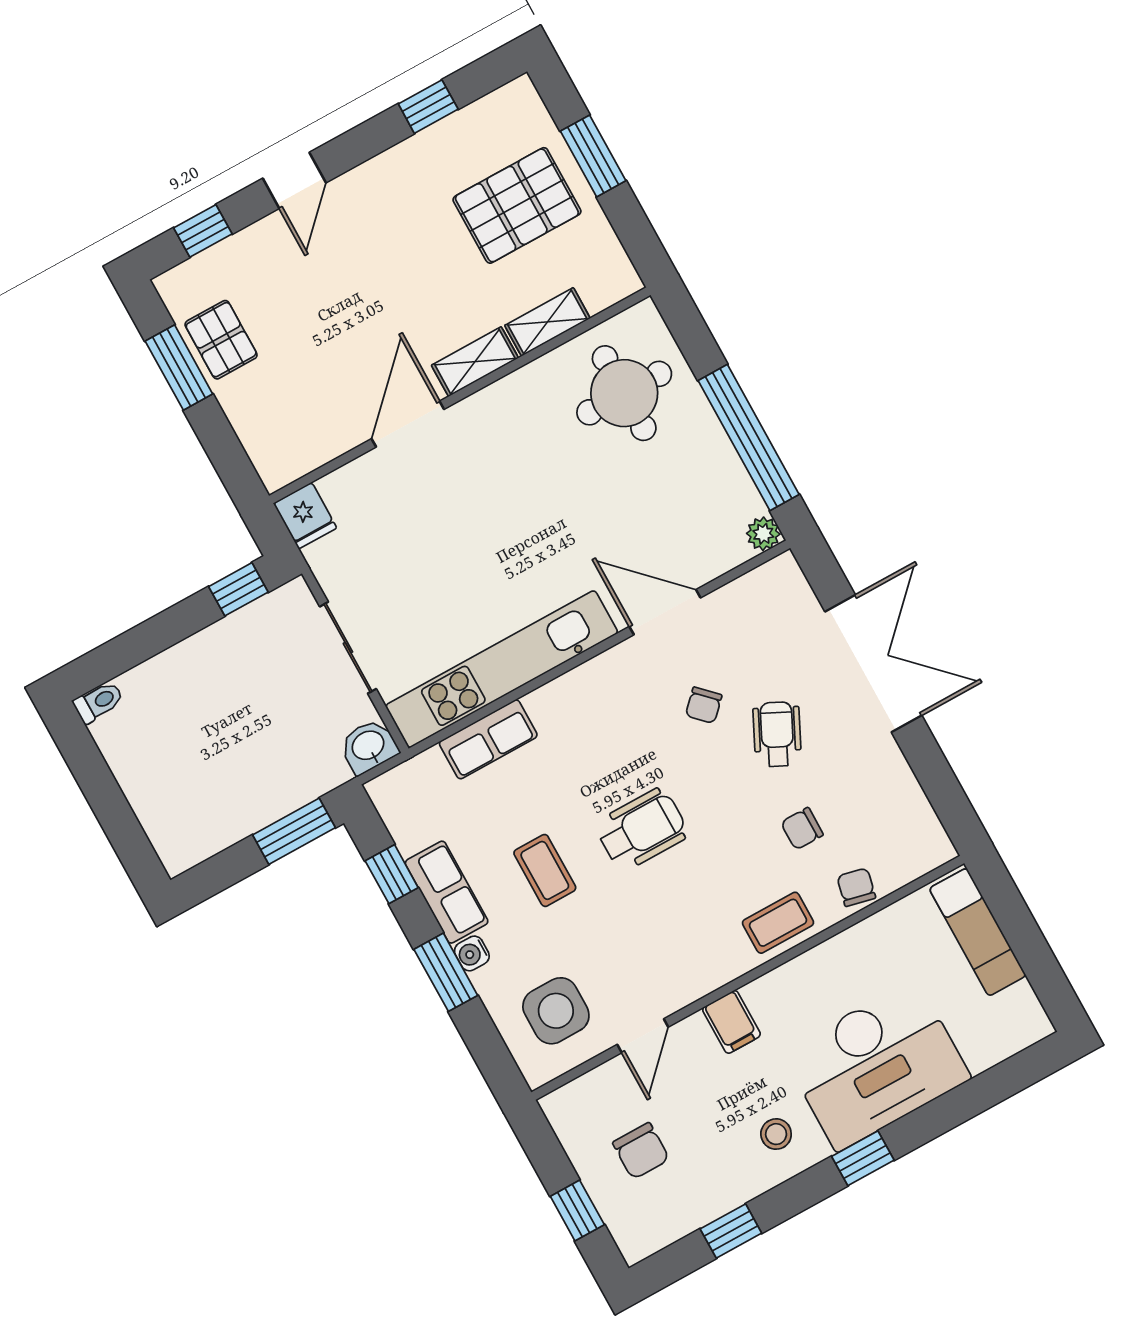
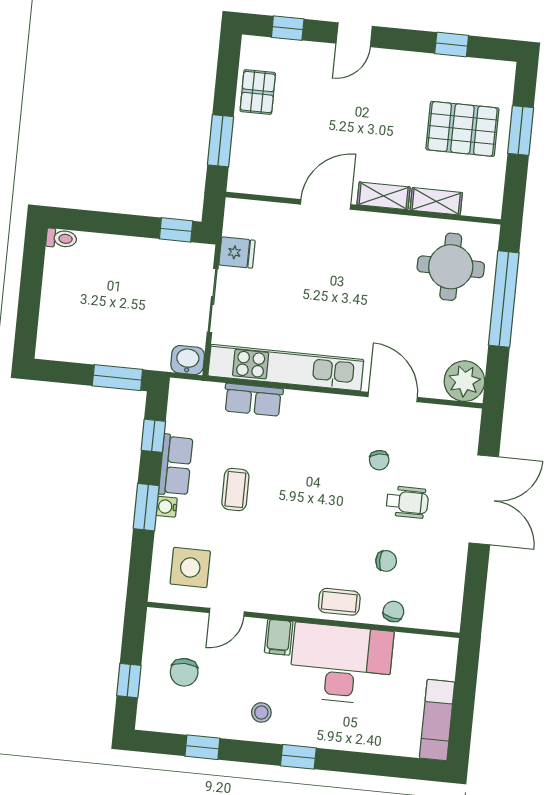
window: (179, 368) -> (220, 141), moved
window: (749, 438) -> (504, 299), moved
fridge: (305, 516) -> (237, 253), moved, turned -90
plant: (763, 534) -> (464, 381), width x1.87, depth x1.87
chair: (704, 705) -> (379, 460), turned -56
wheelchair: (777, 734) -> (407, 502), turned 64
wheelchair: (642, 829) -> (301, 503), removed
chair: (802, 829) -> (386, 561), turned 180
exam couch: (978, 932) -> (437, 720), moved
desk: (876, 1065) -> (341, 664), moved, turned 180

